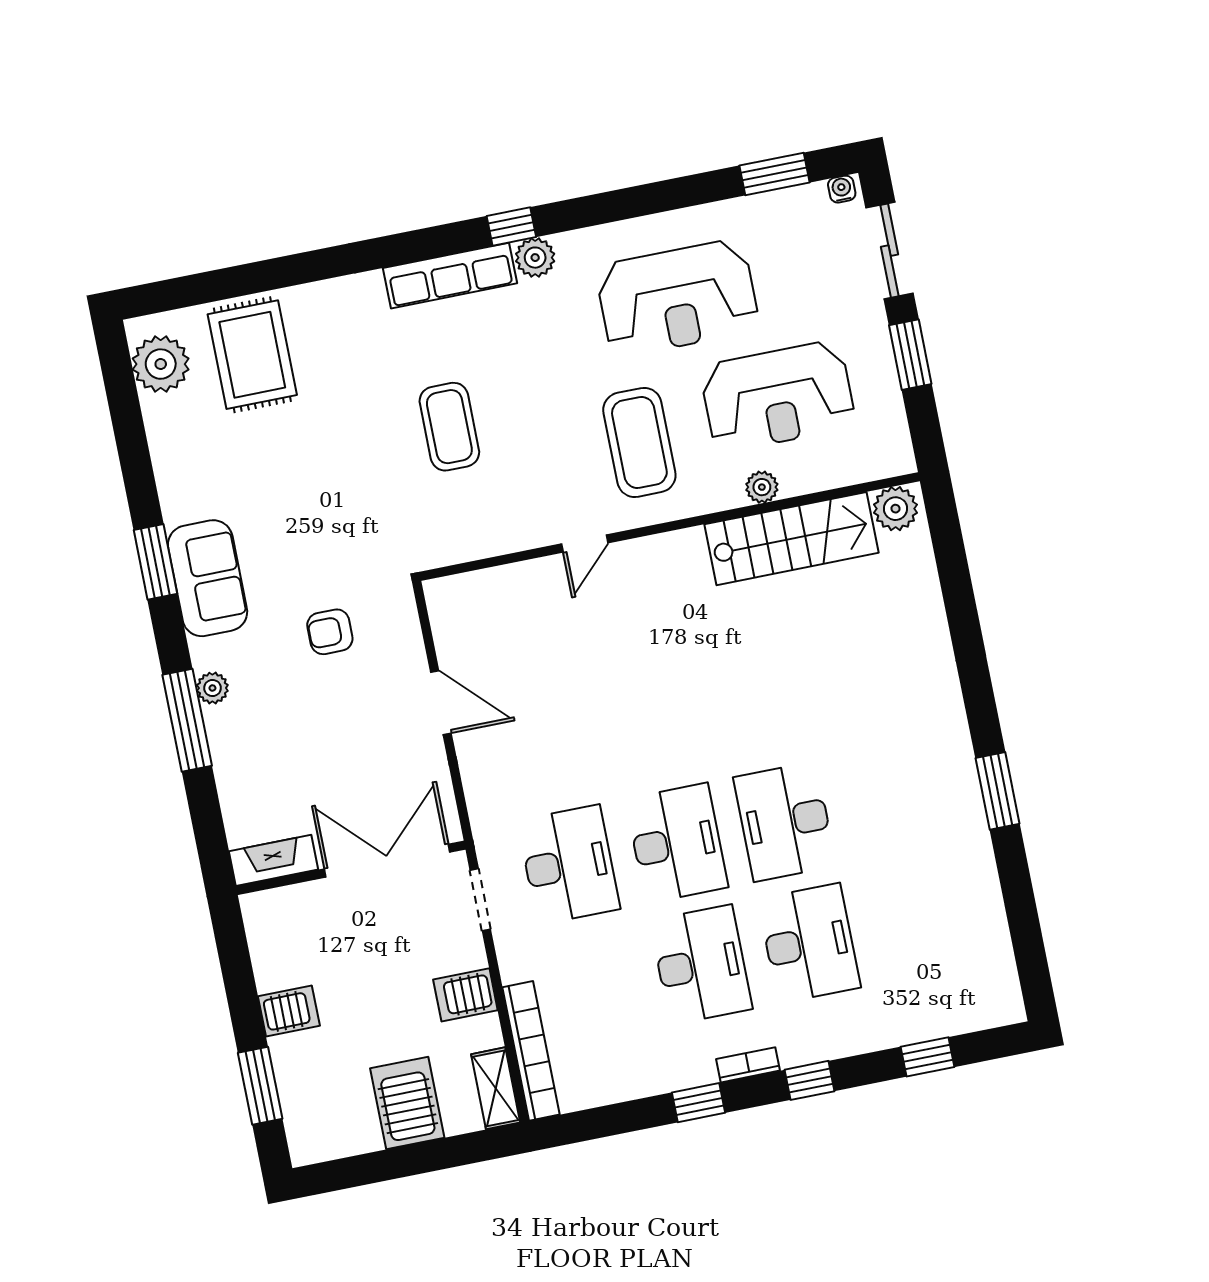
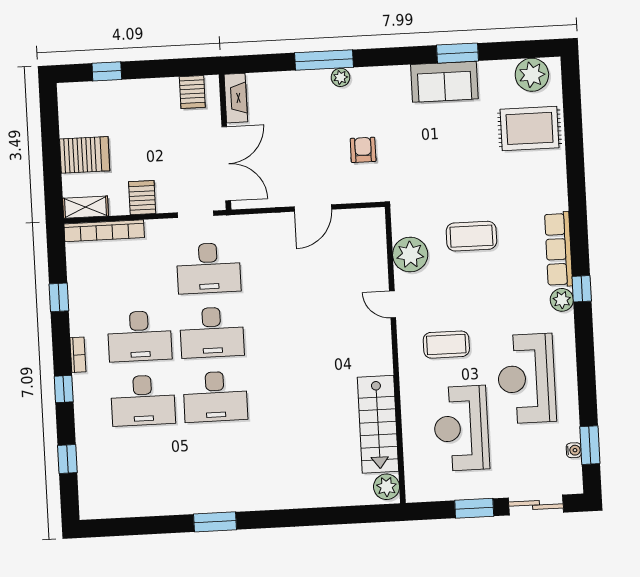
water cooler: (842, 189) -> (574, 450), moved
coffee table: (639, 442) -> (446, 345), width x0.73, depth x0.76
plant: (762, 487) -> (410, 255), moved, width x1.88, depth x1.88
window: (156, 562) -> (457, 53), moved
sofa: (208, 578) -> (444, 82), moved
desk: (785, 821) -> (215, 397), turned 180
server rack: (289, 1011) -> (192, 92), moved
window: (260, 1086) -> (107, 71), width x0.67
window: (698, 1103) -> (59, 297), moved

